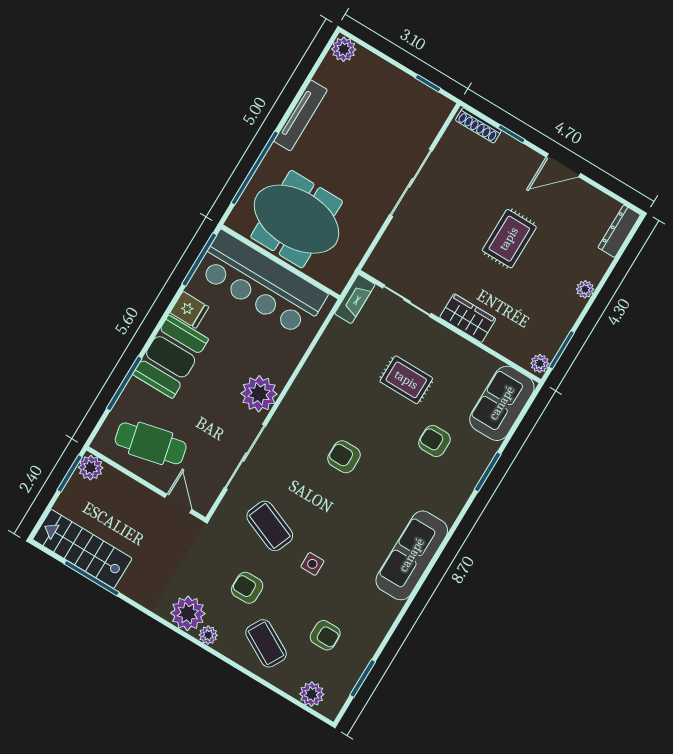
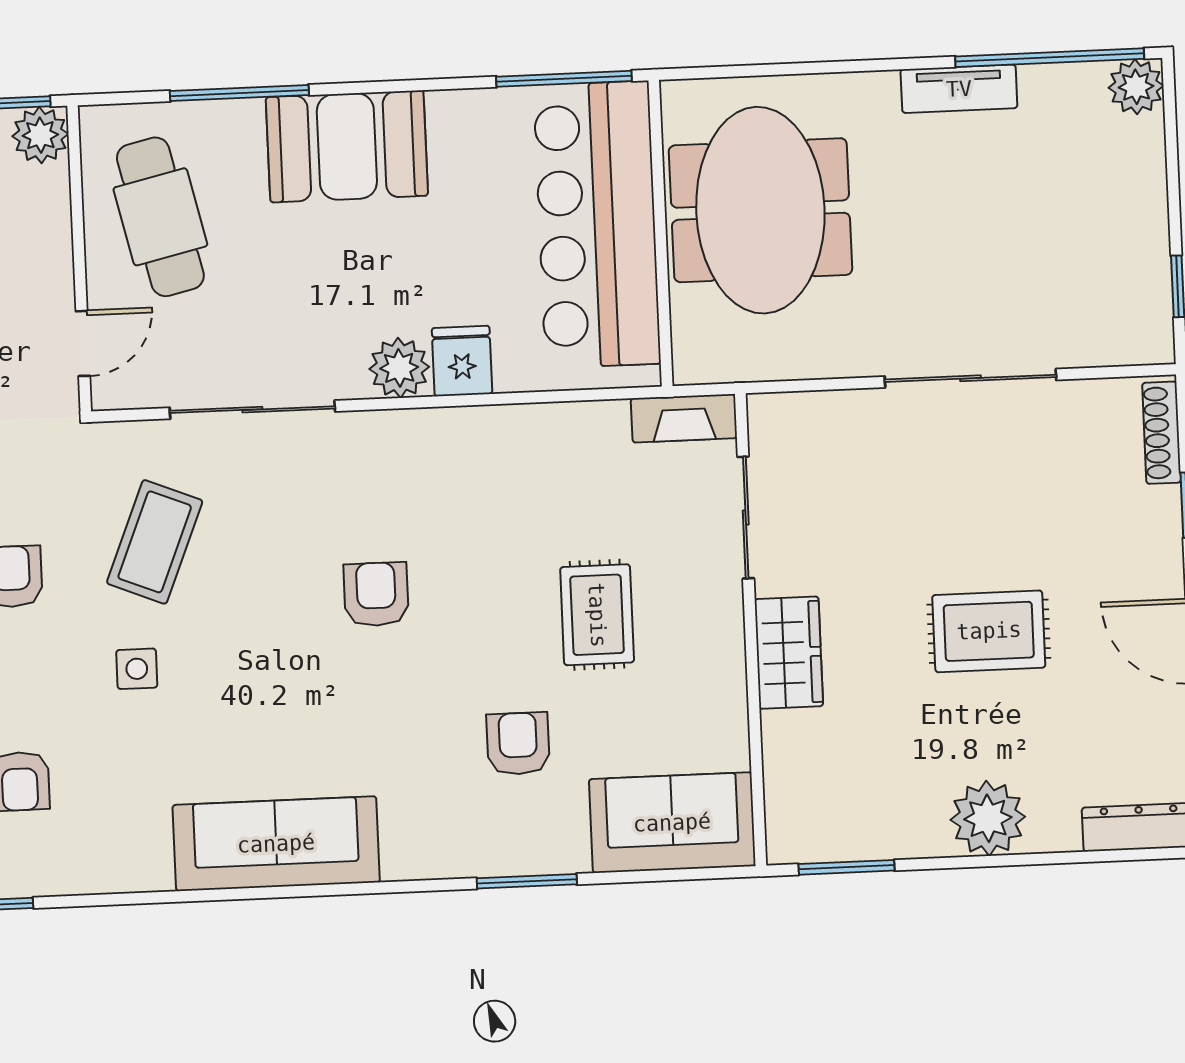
tv unit: (301, 115) -> (959, 89), width x0.71
window: (255, 168) -> (1050, 58), moved
plant: (585, 289) -> (988, 818), width x1.88, depth x1.88
fridge: (189, 310) -> (462, 361), moved, turned 180
plant: (540, 363) -> (794, 844), removed
plant: (259, 394) -> (399, 368), width x0.73, depth x0.73

